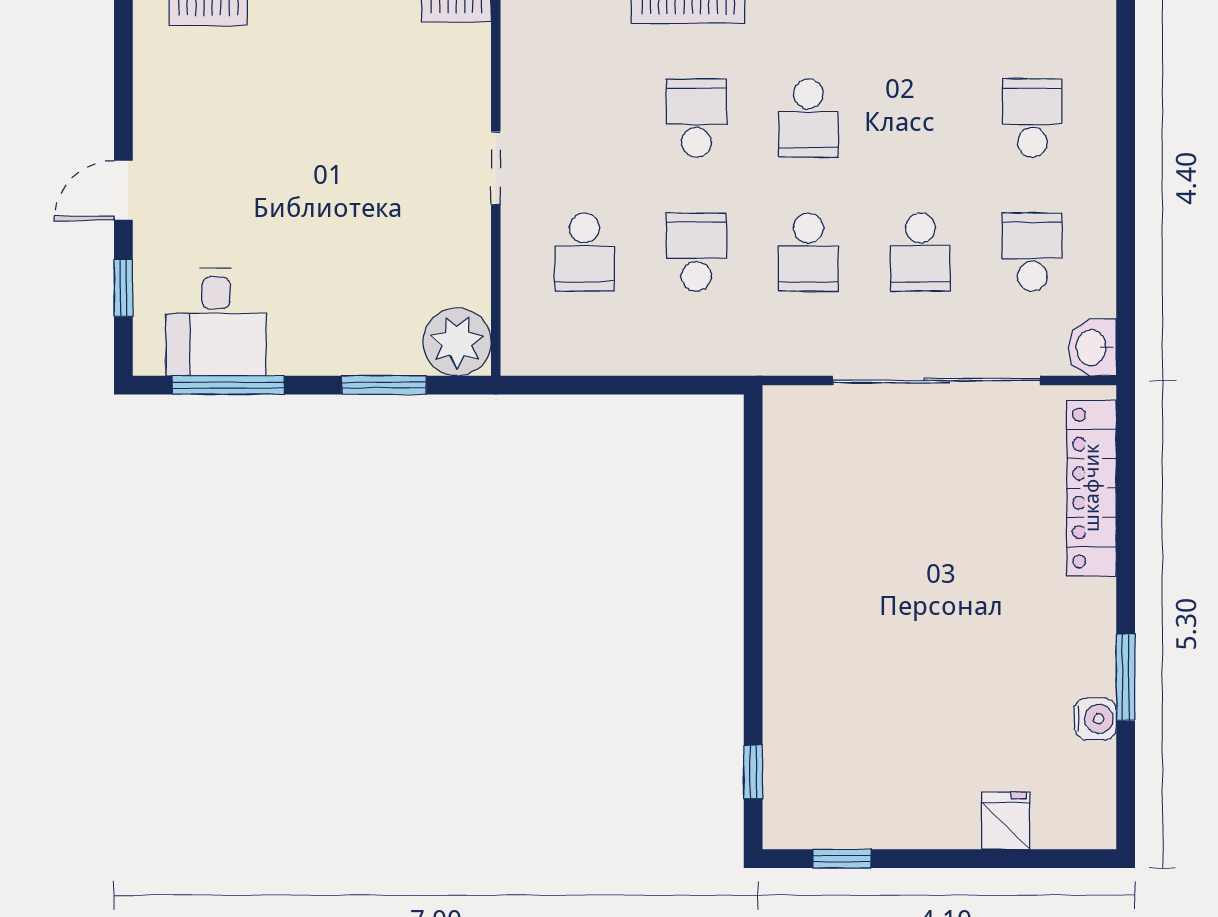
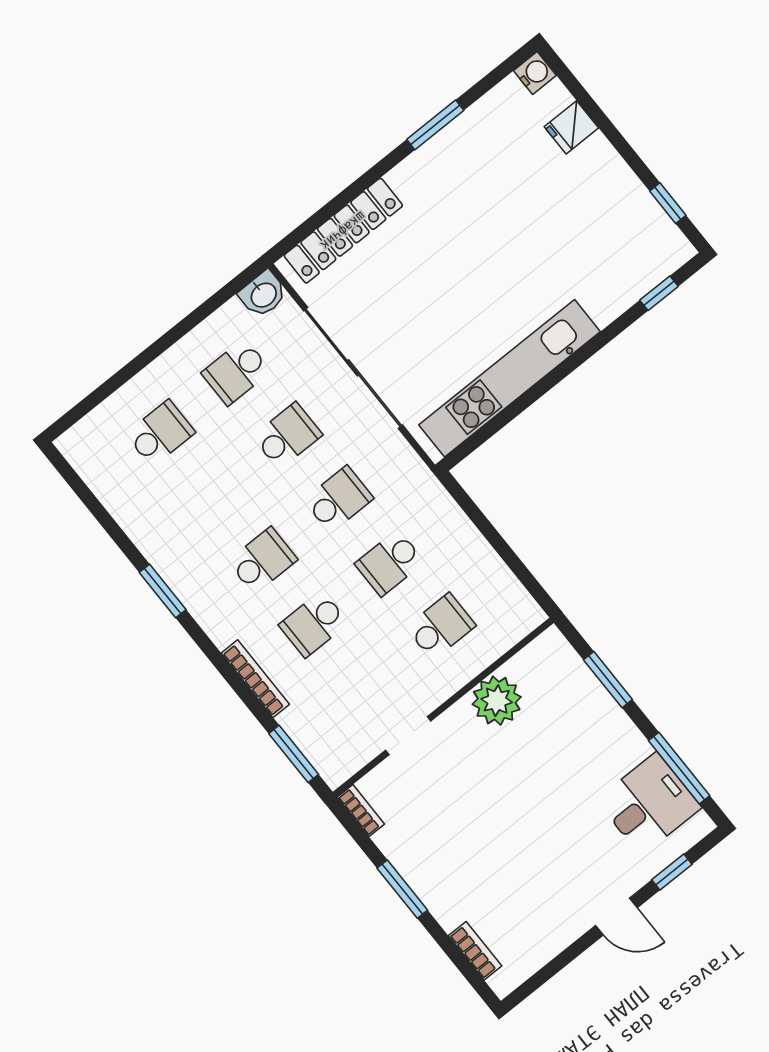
school desk: (1032, 118) -> (160, 433), turned 180
doorway: (496, 168) -> (408, 736), moved
plant: (457, 342) -> (497, 701), moved
kitchen unit: (791, 539) -> (510, 378), added
water cooler: (1095, 719) -> (535, 73), moved, turned 90

